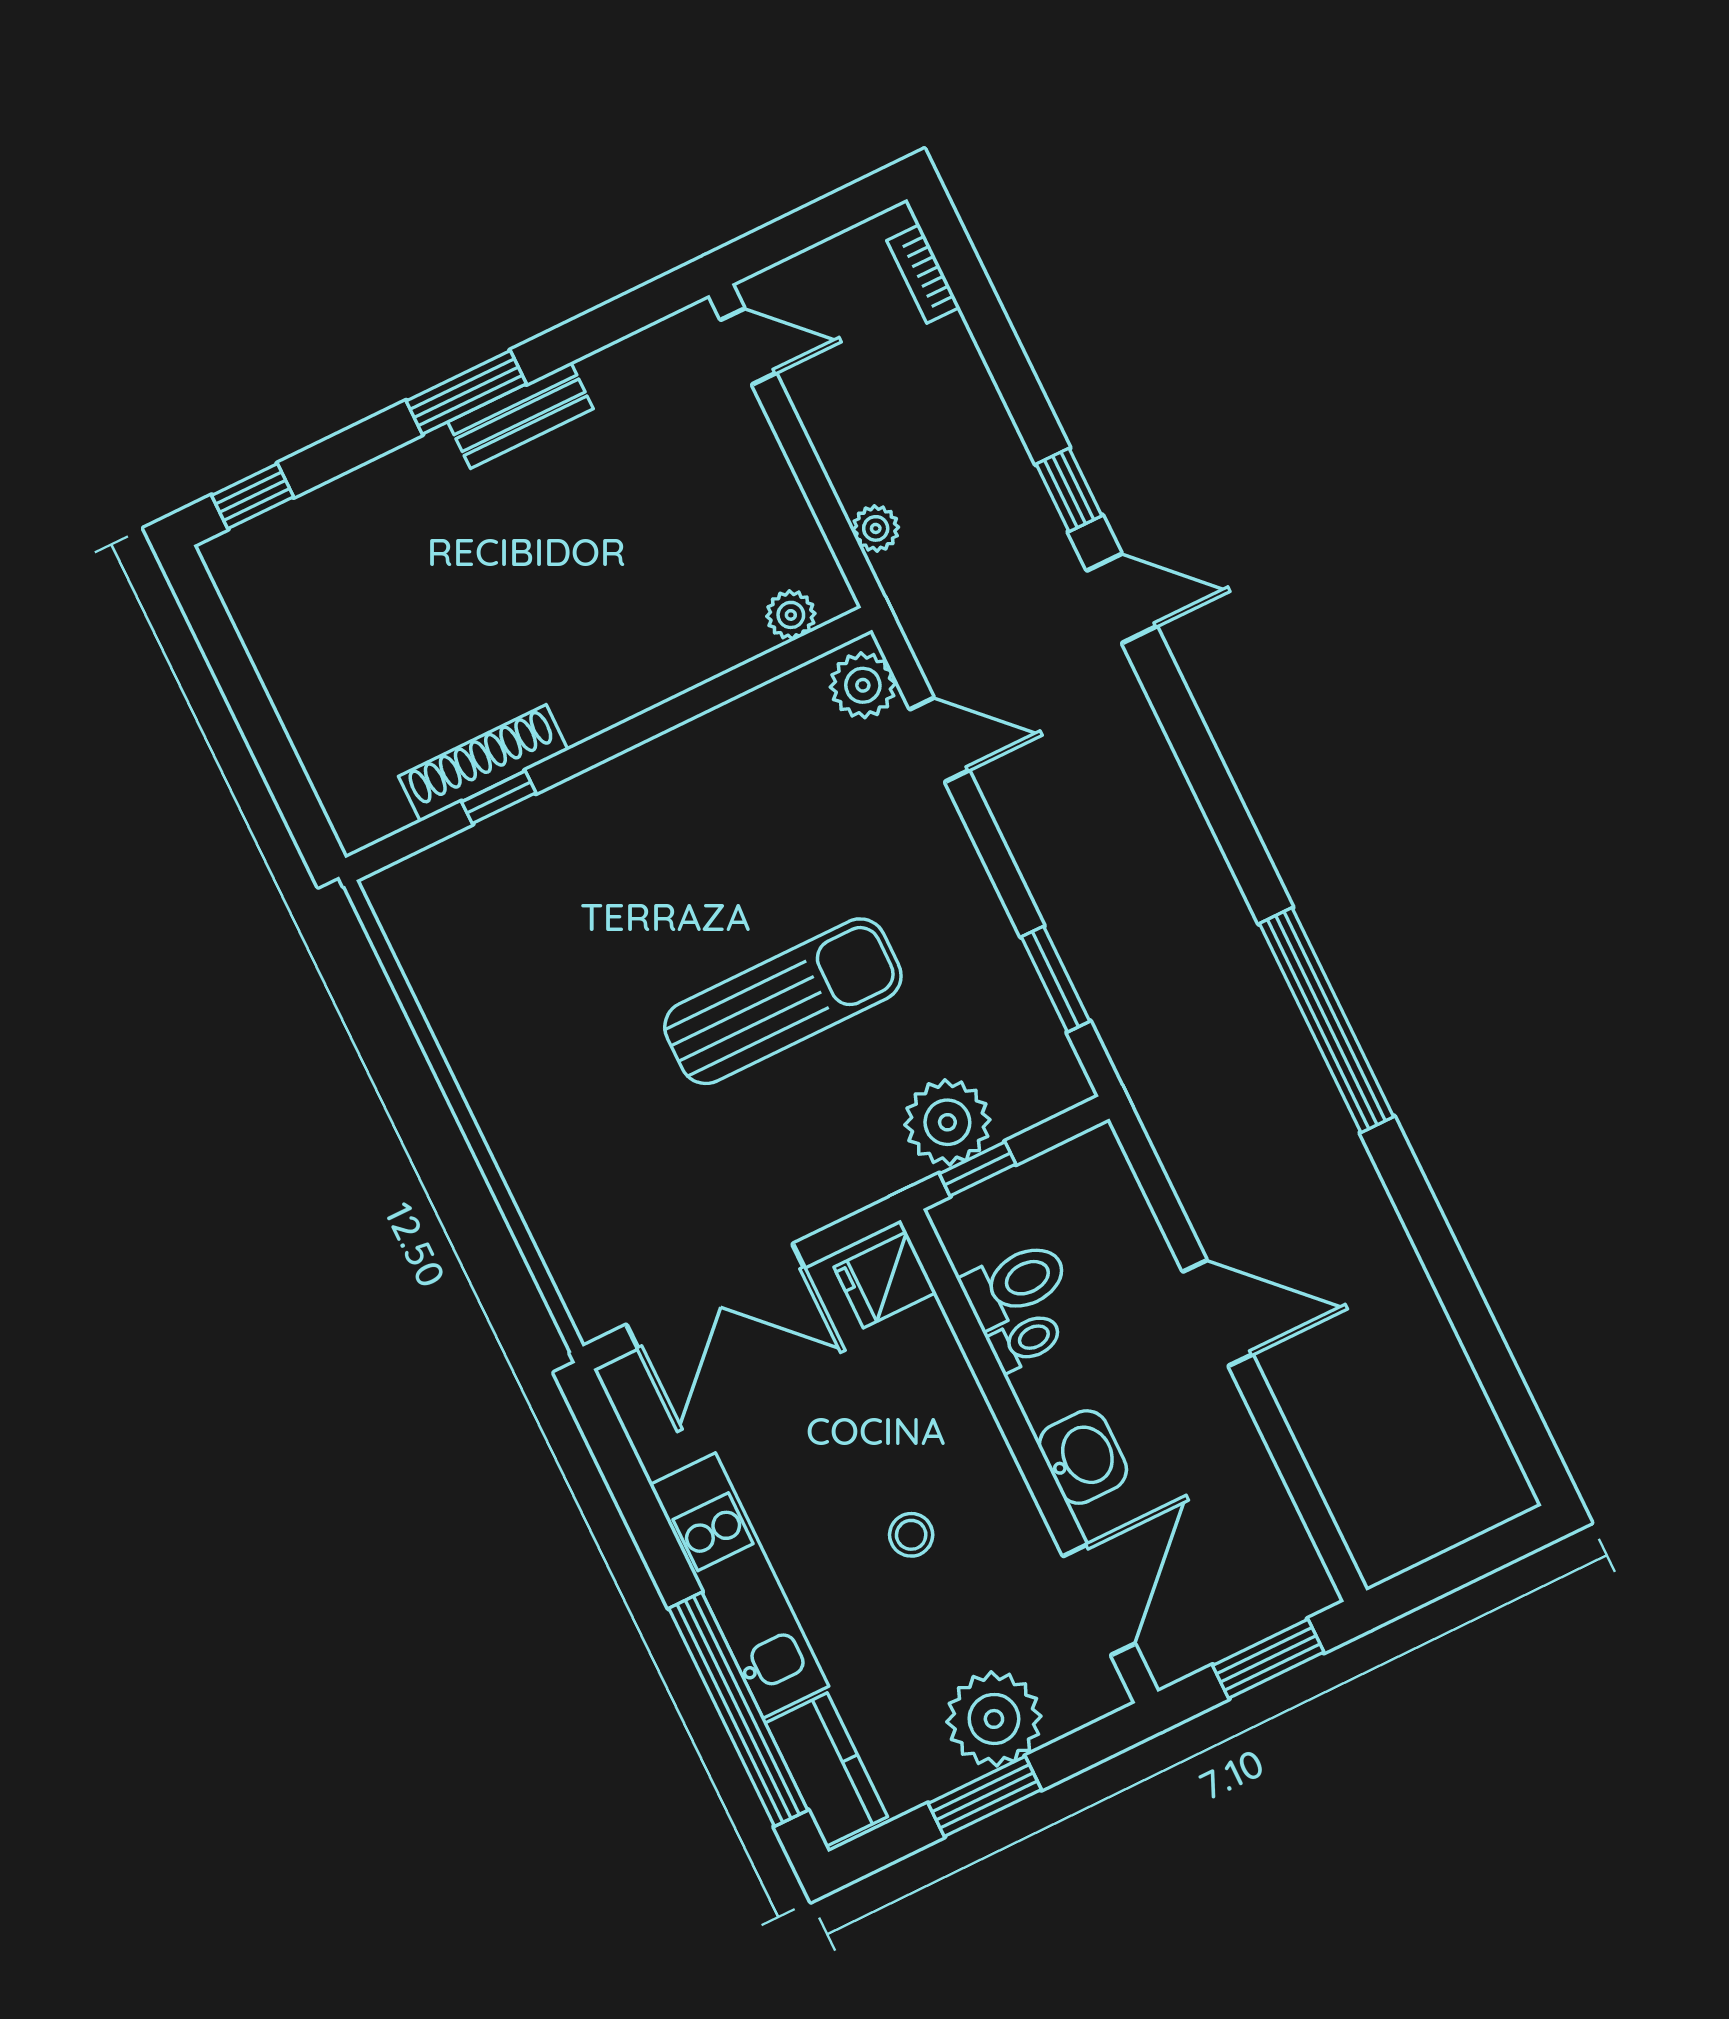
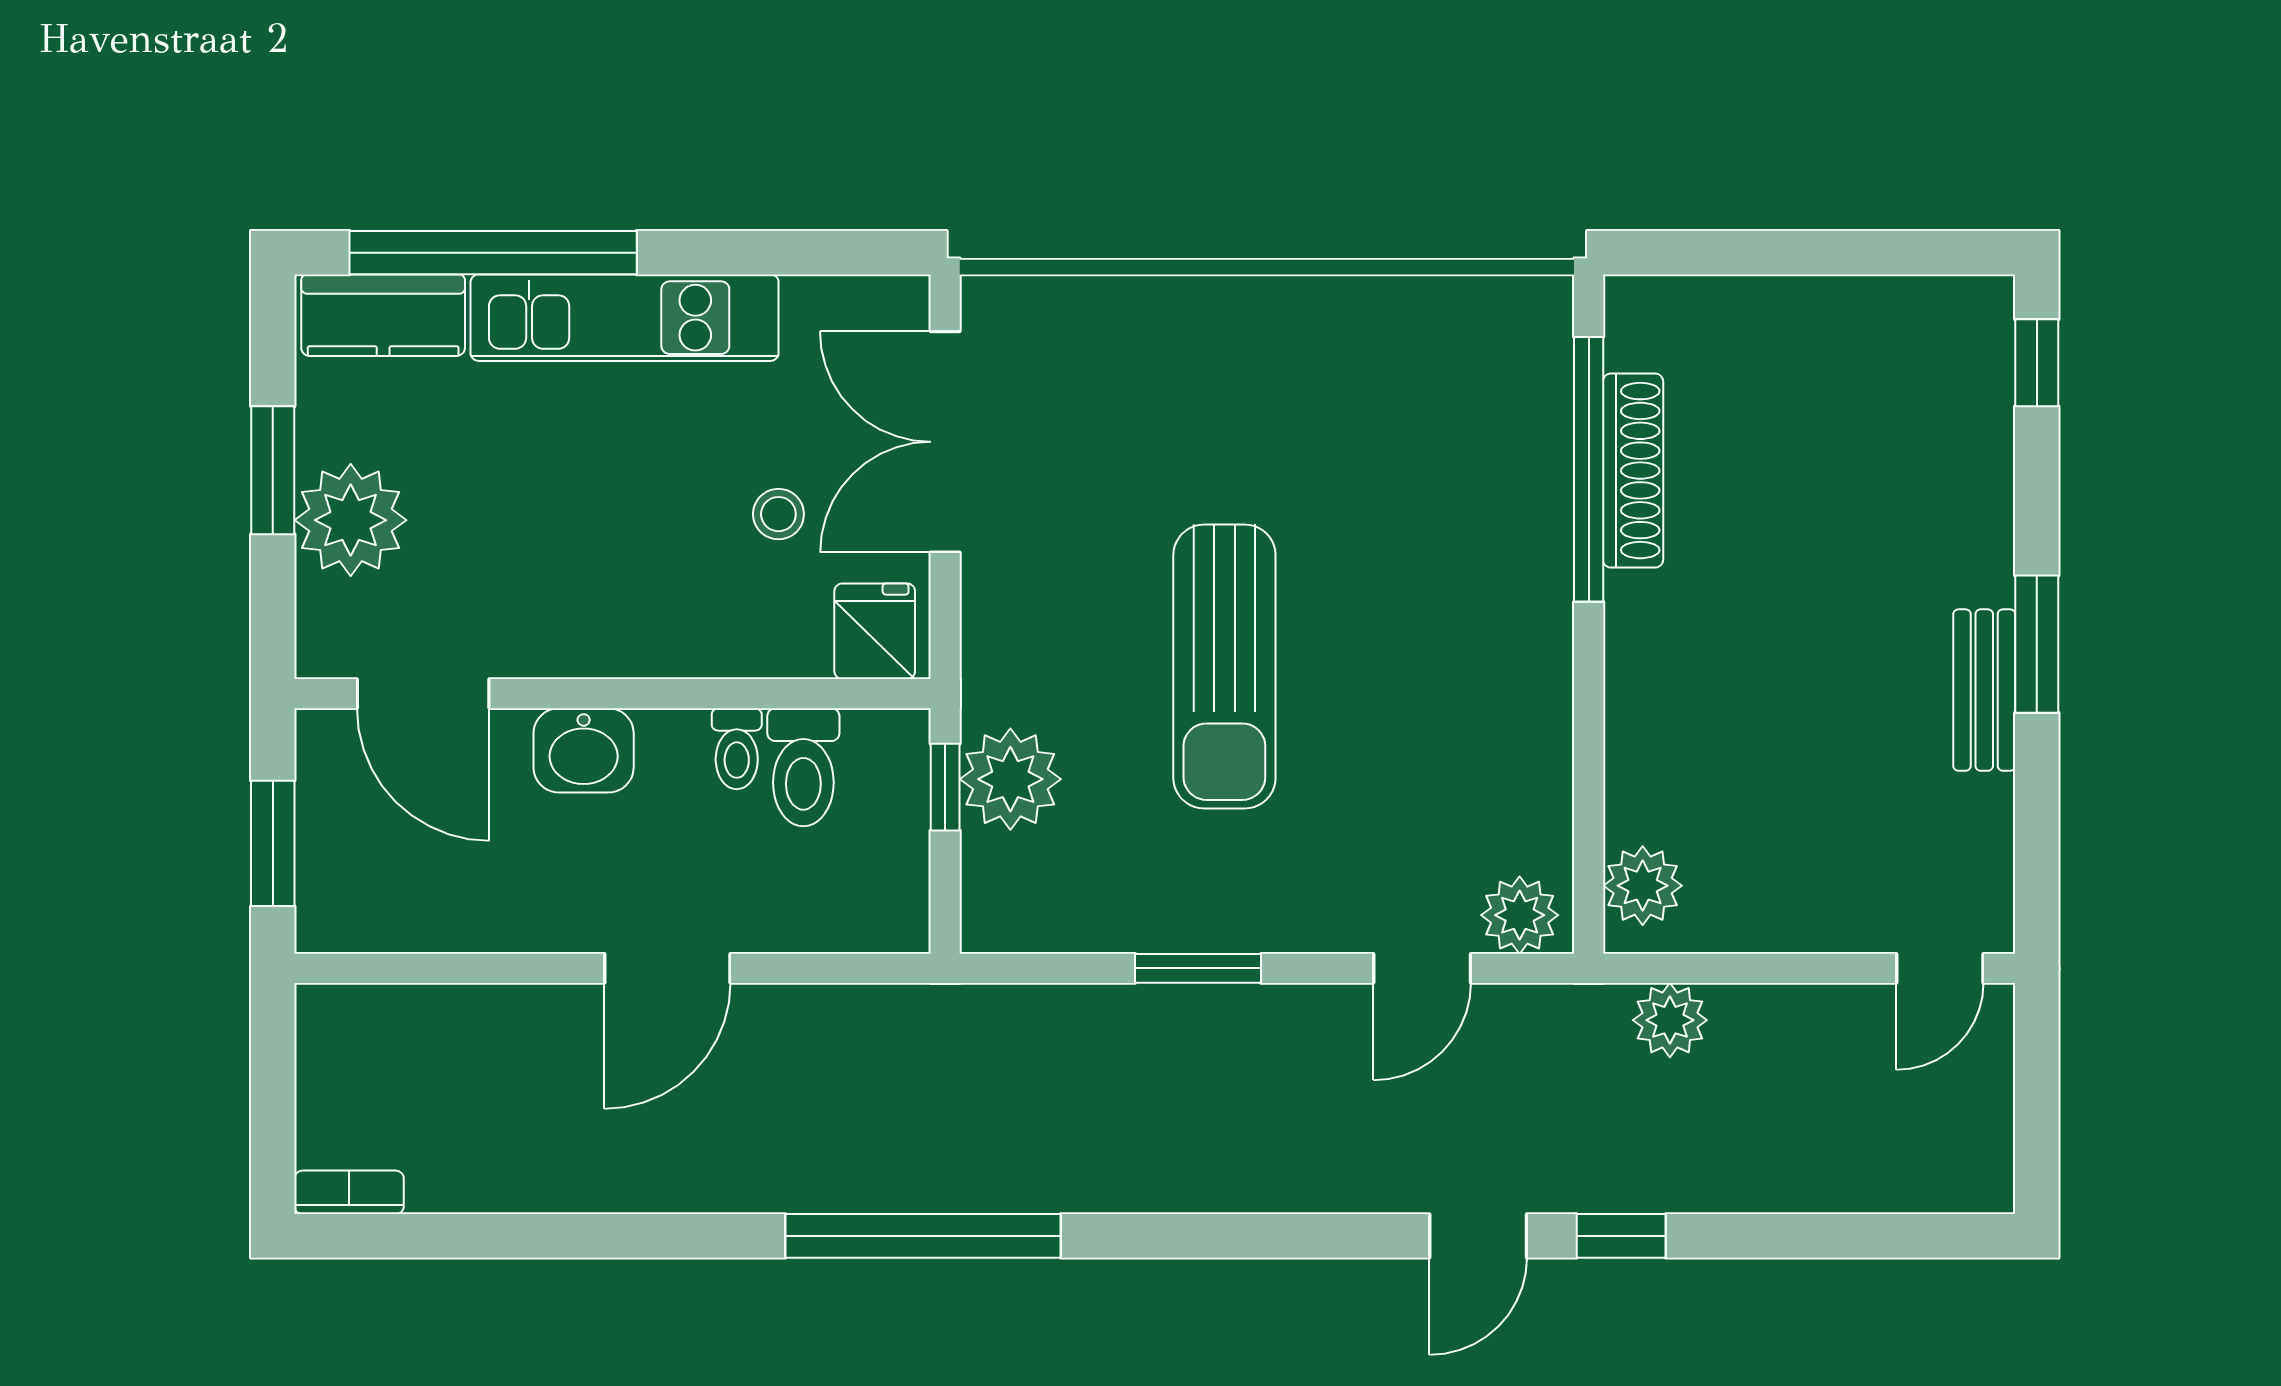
bookcase: (923, 274) -> (349, 1192), moved
plant: (876, 528) -> (1670, 1020), width x1.38, depth x1.38
plant: (791, 615) -> (1643, 886), width x1.38, depth x1.38
window: (499, 797) -> (1589, 469), width x3.17
window: (1056, 979) -> (1198, 968), moved
stool: (911, 1535) -> (778, 514), moved

